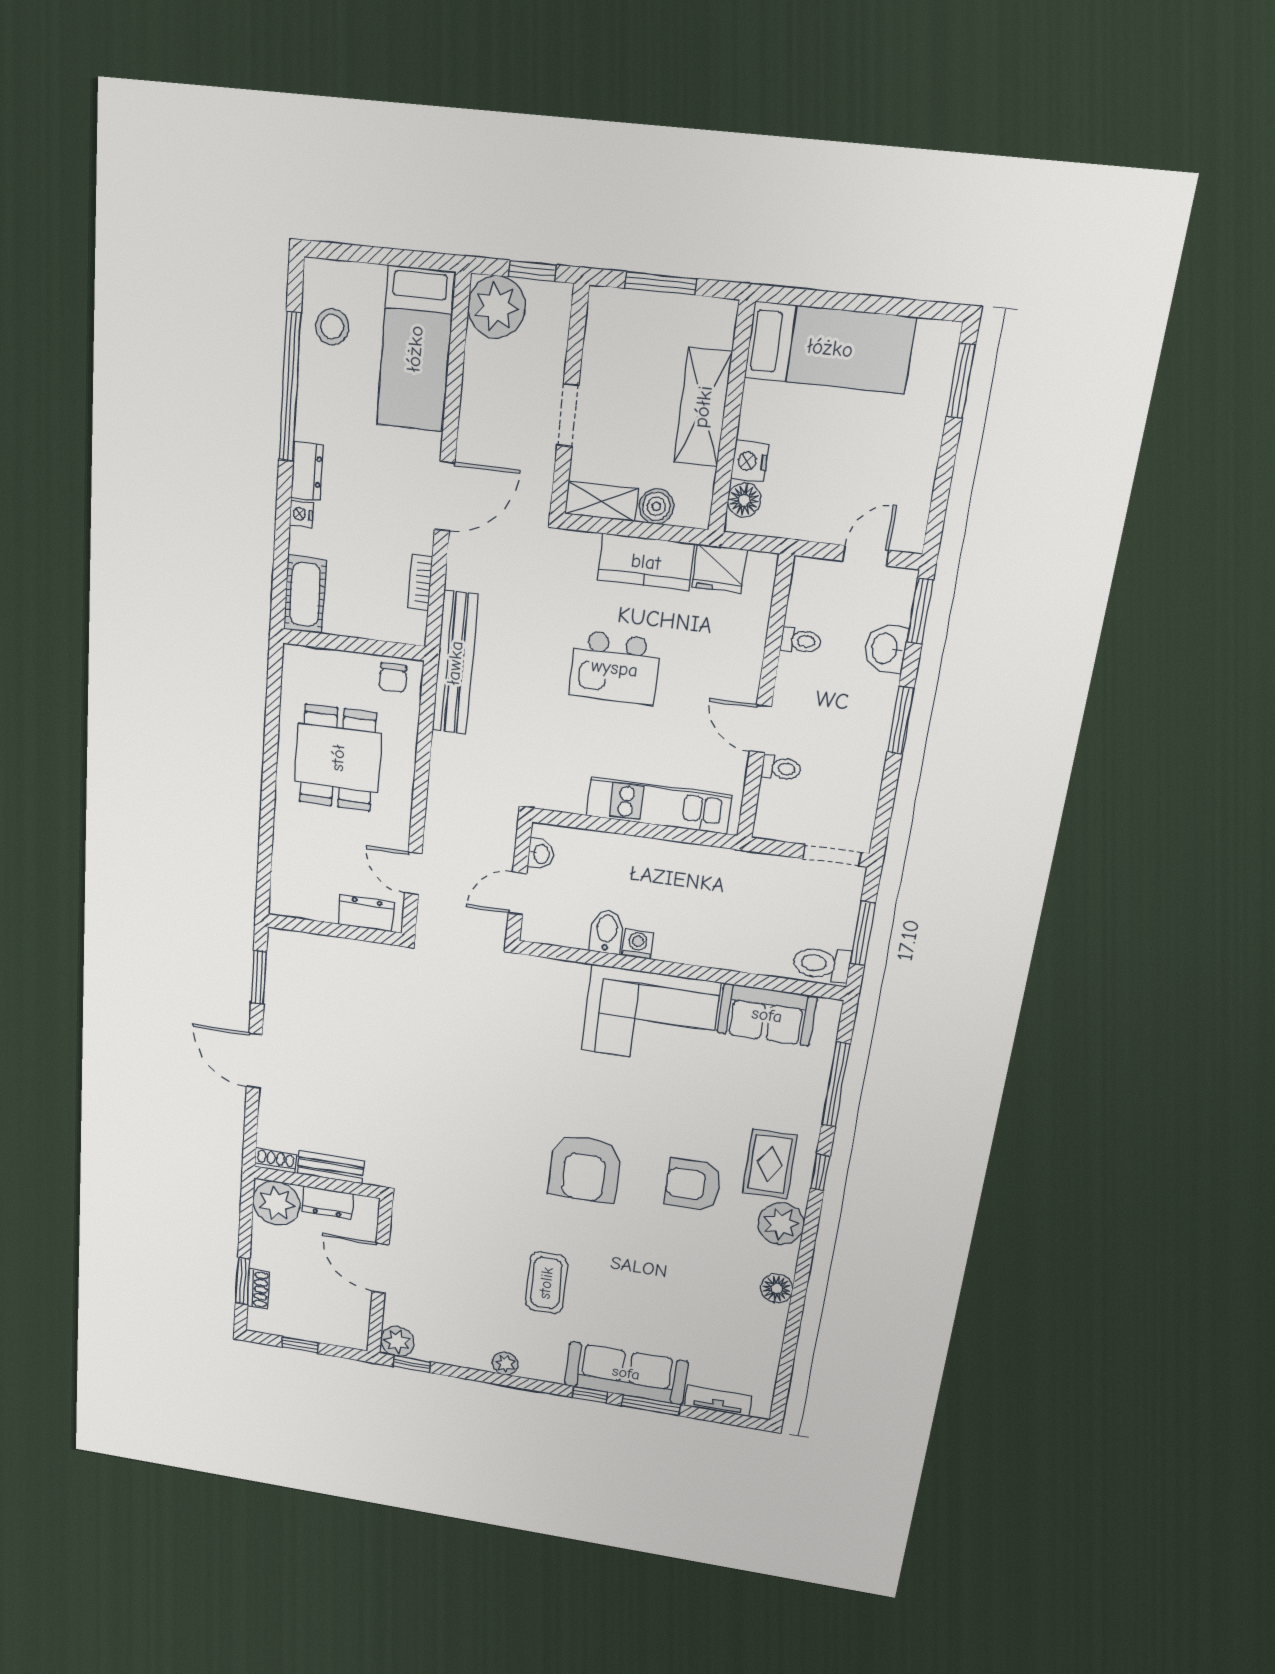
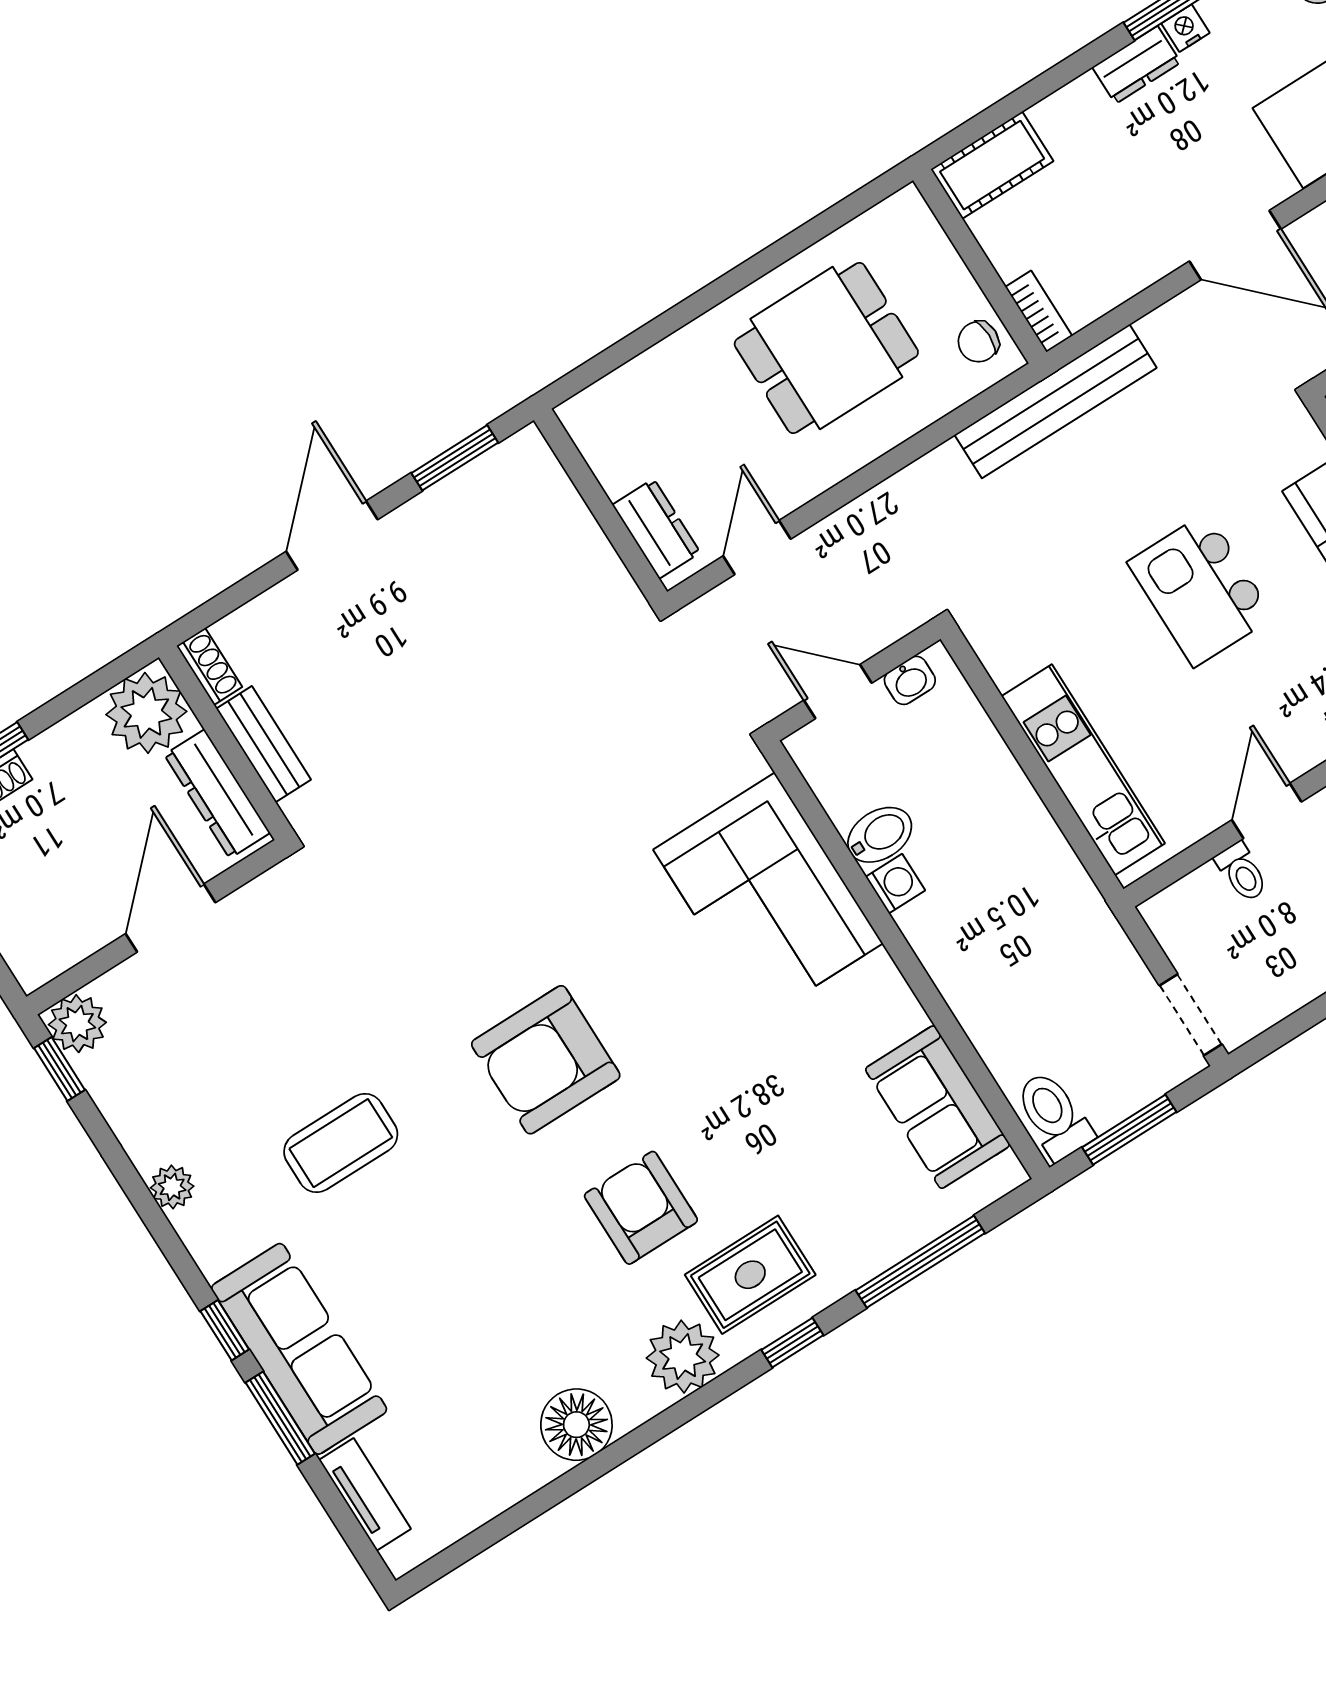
nightstand: (301, 514) -> (1186, 28), moved
bookcase: (420, 582) -> (1039, 311), moved, turned 90
corner sofa: (650, 1017) -> (768, 896), moved
dresser: (327, 1203) -> (217, 794), width x1.44
floor lamp: (777, 1289) -> (576, 1425), width x1.38, depth x1.38

